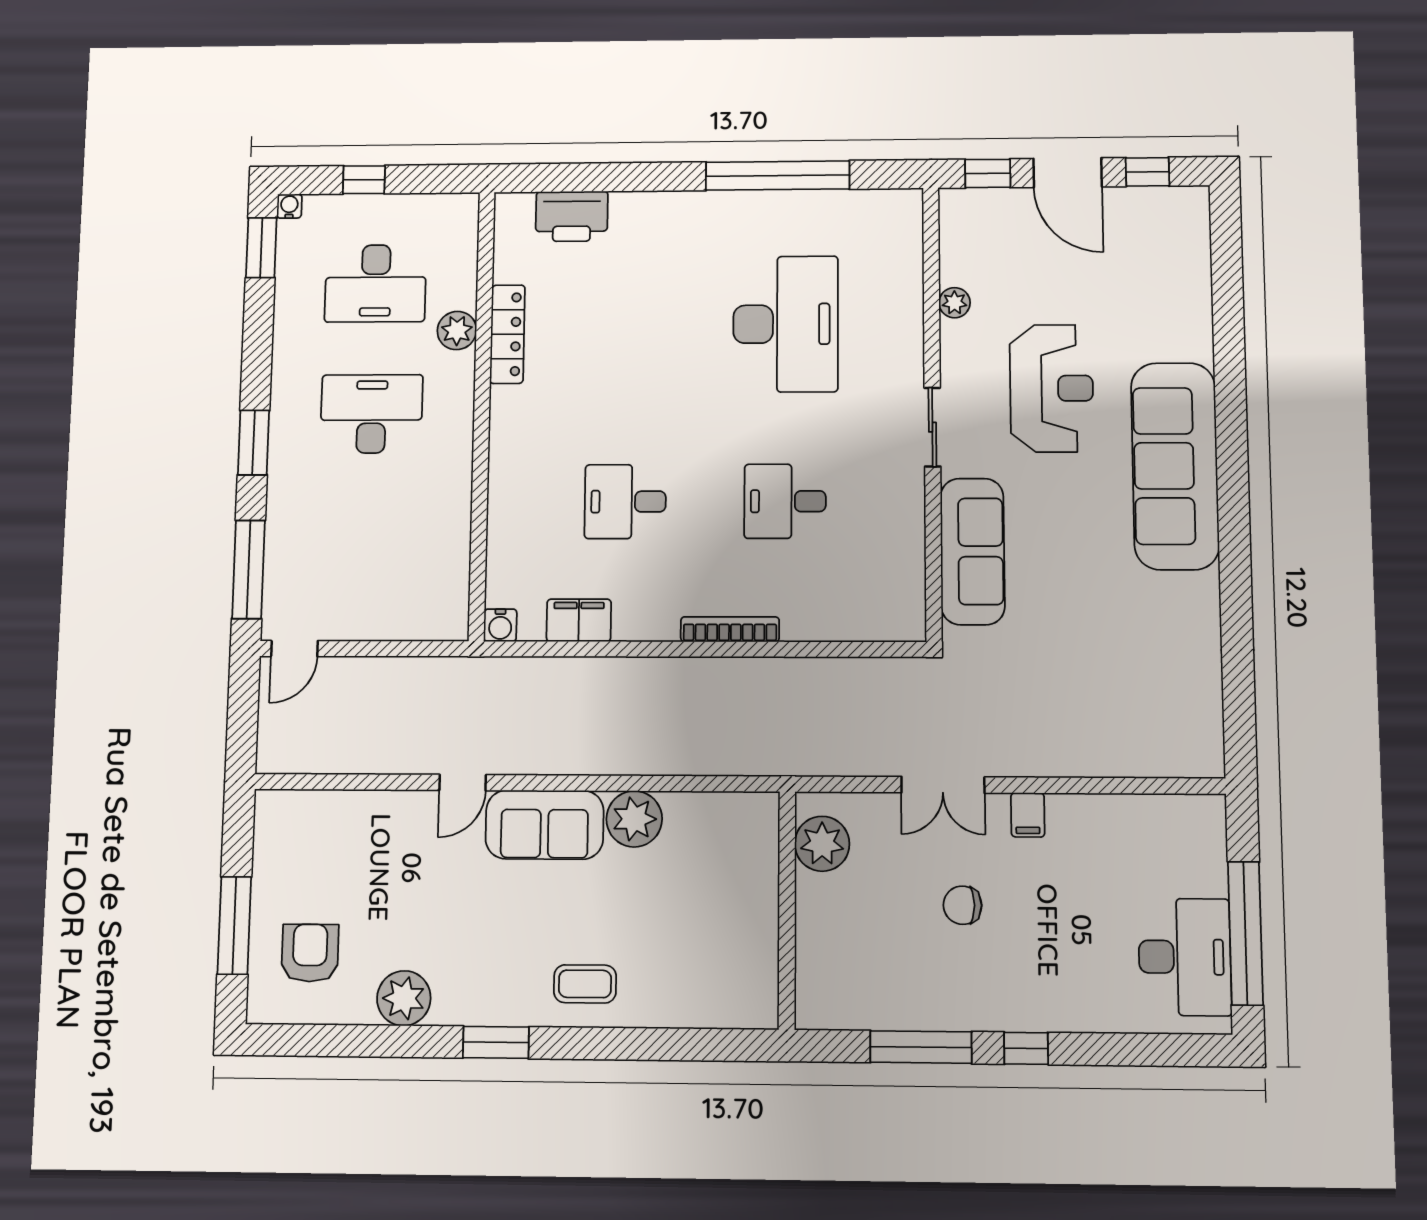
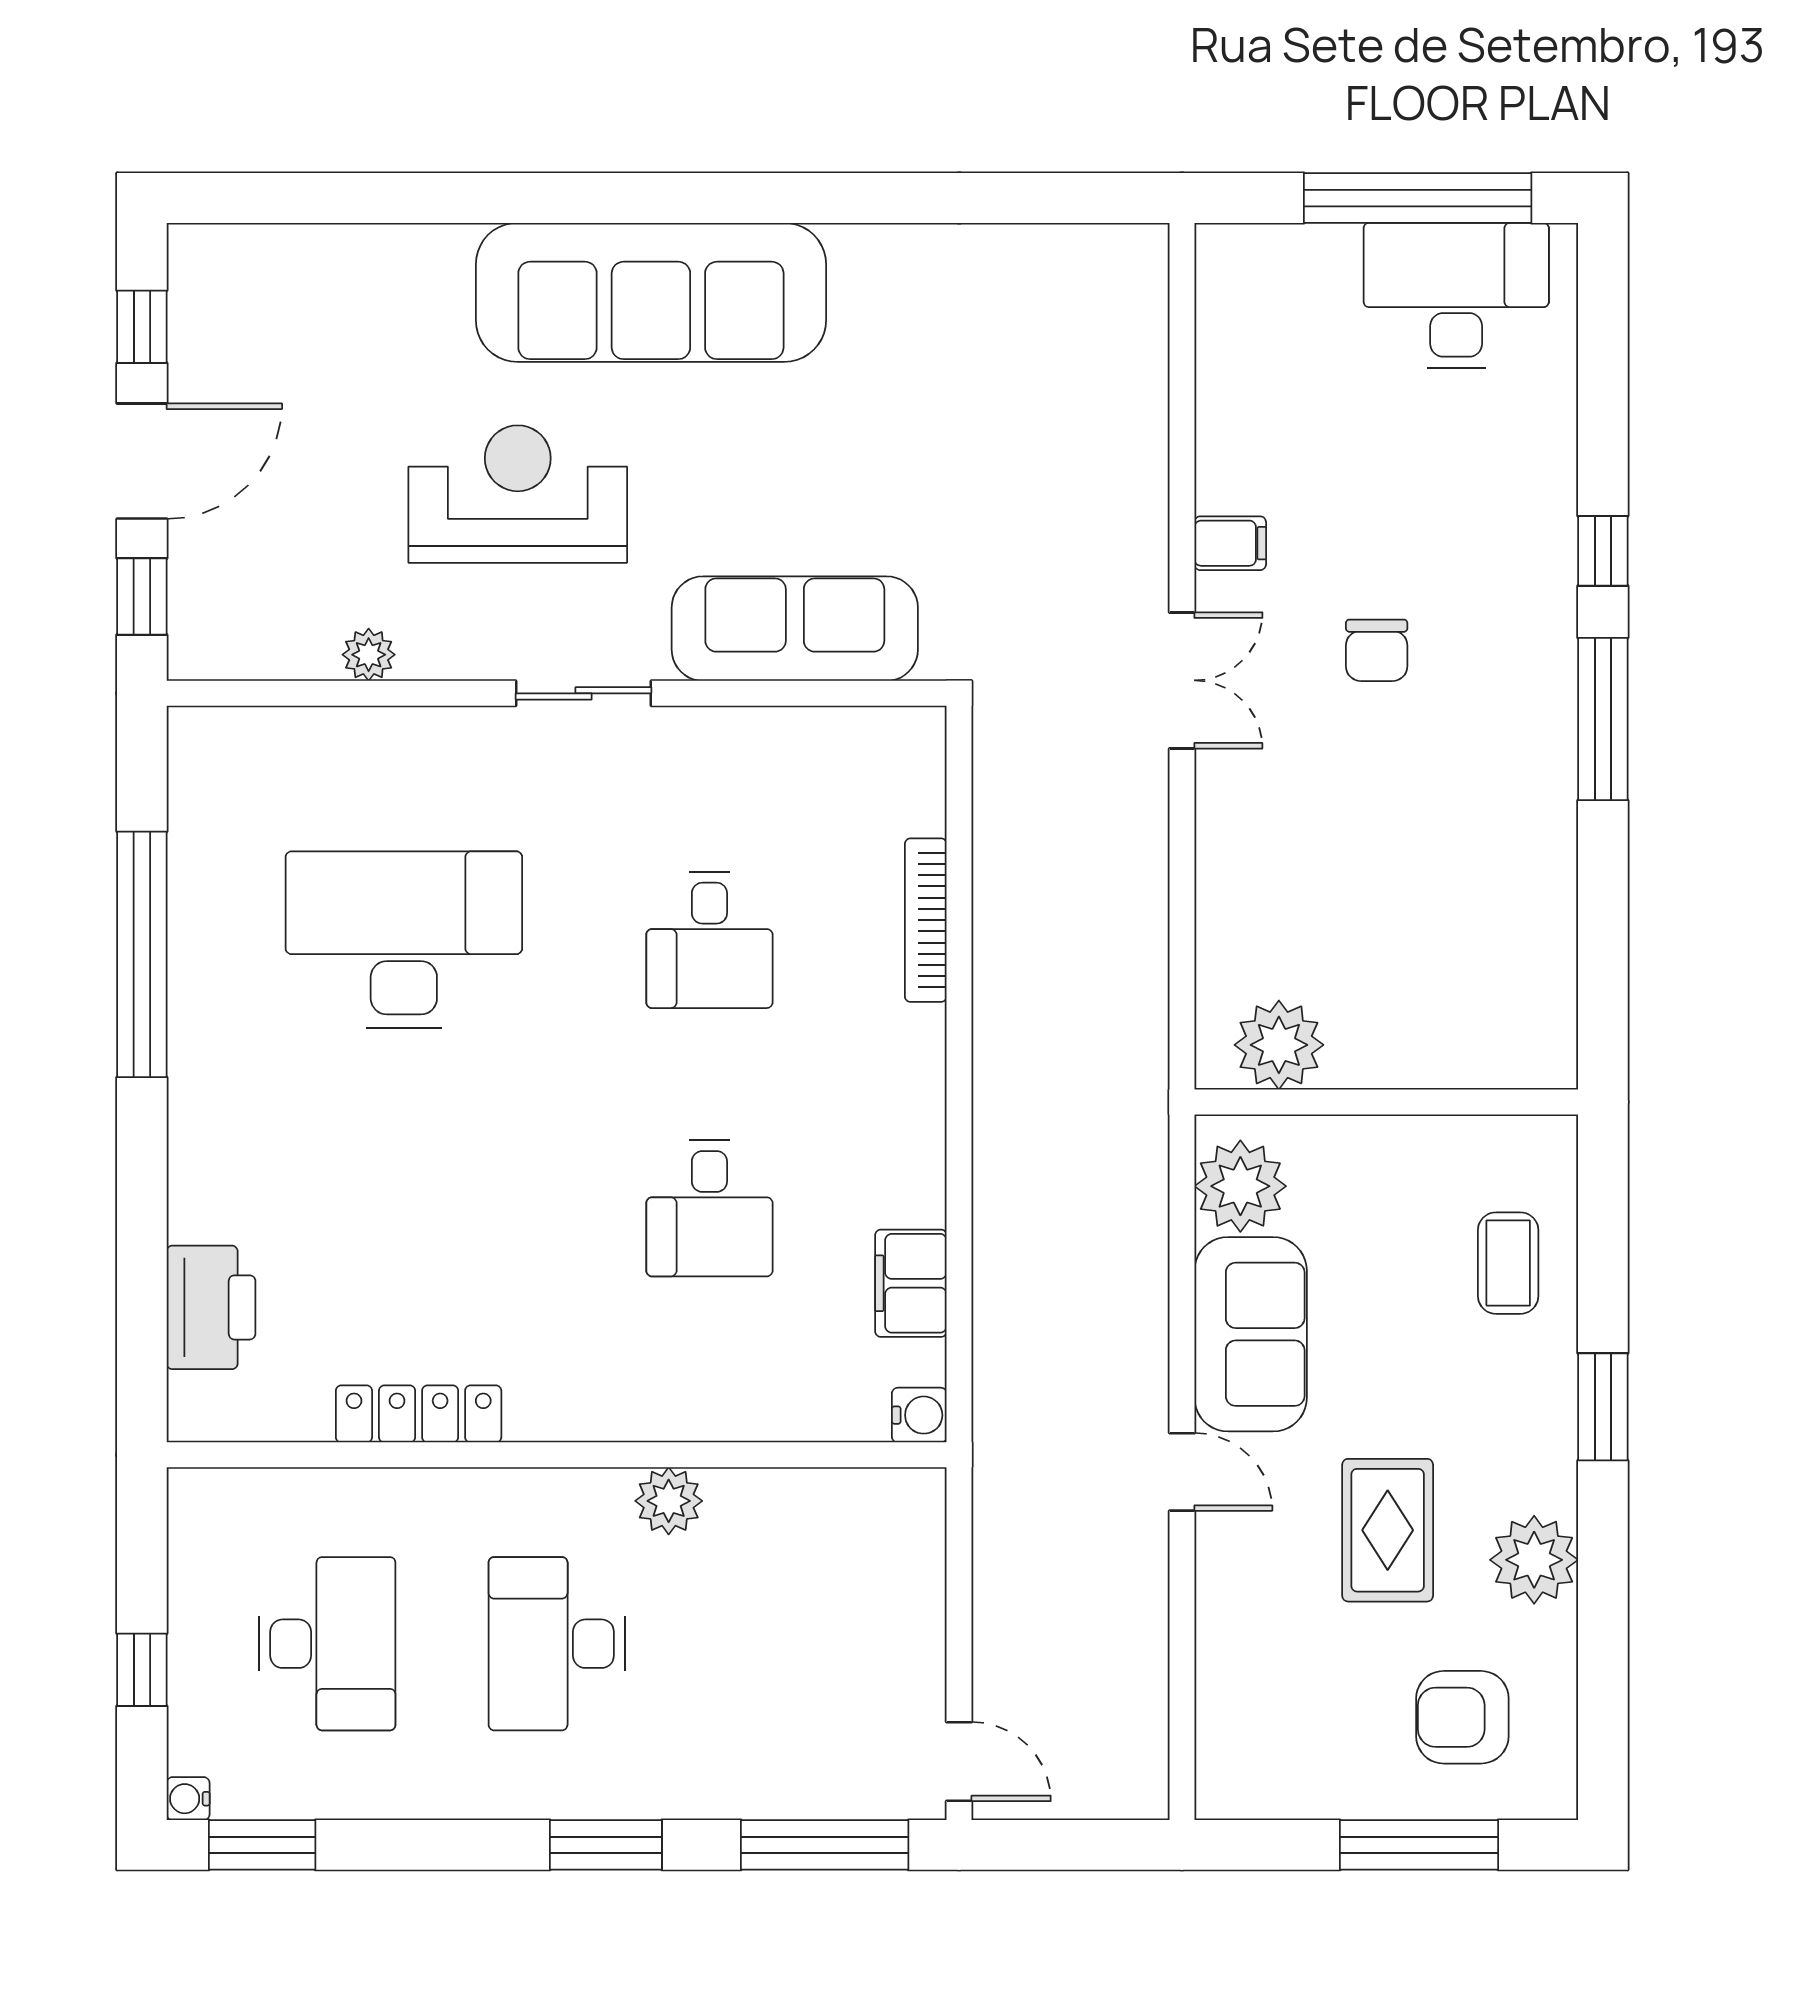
plant: (457, 331) -> (669, 1501), moved
bookcase: (730, 629) -> (926, 920), moved
plant: (822, 844) -> (1279, 1045), moved
rug: (424, 908) -> (1388, 1530), added
wall: (787, 910) -> (1386, 1102), moved

